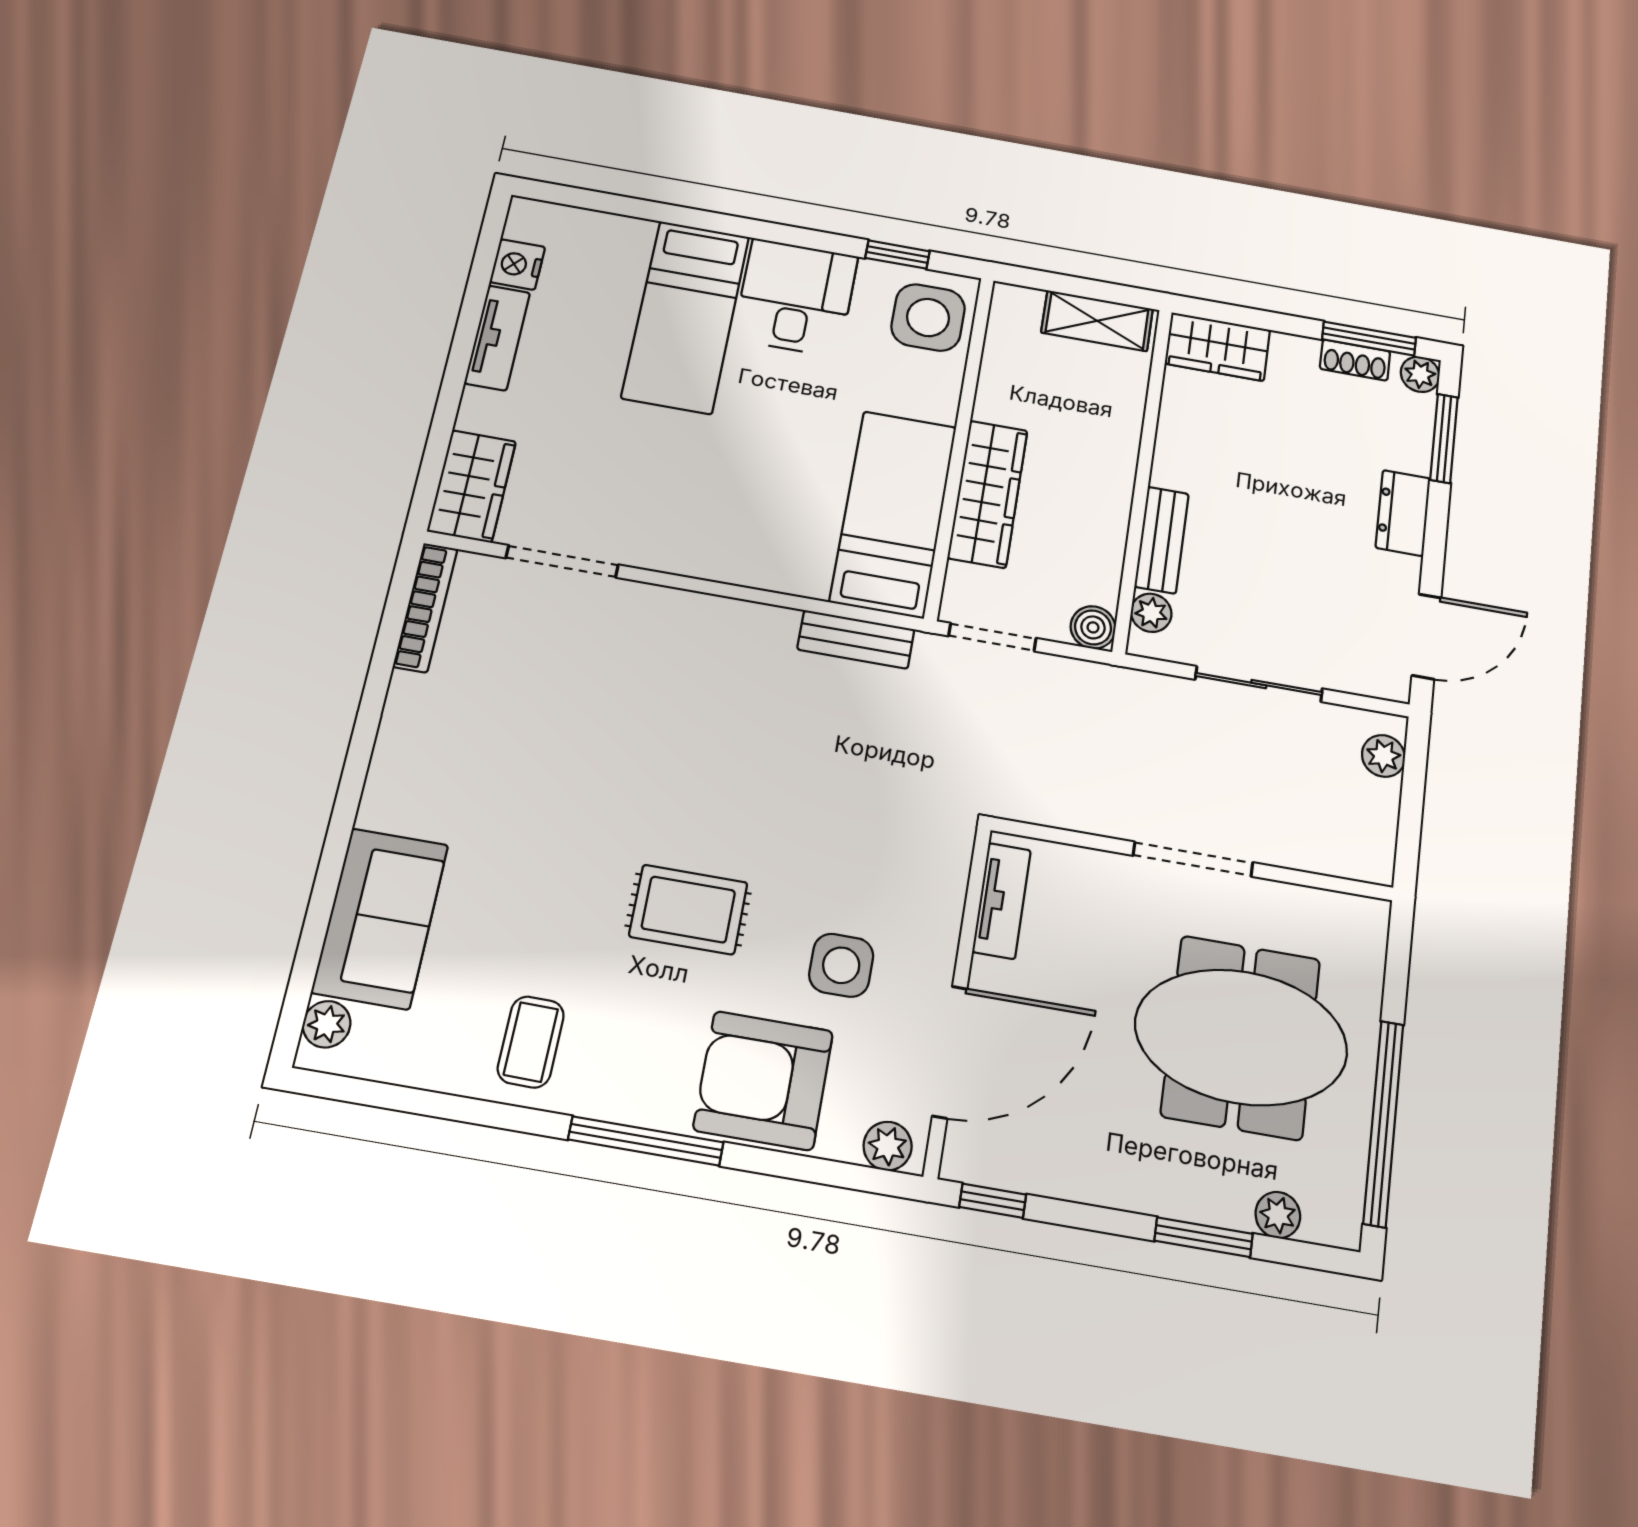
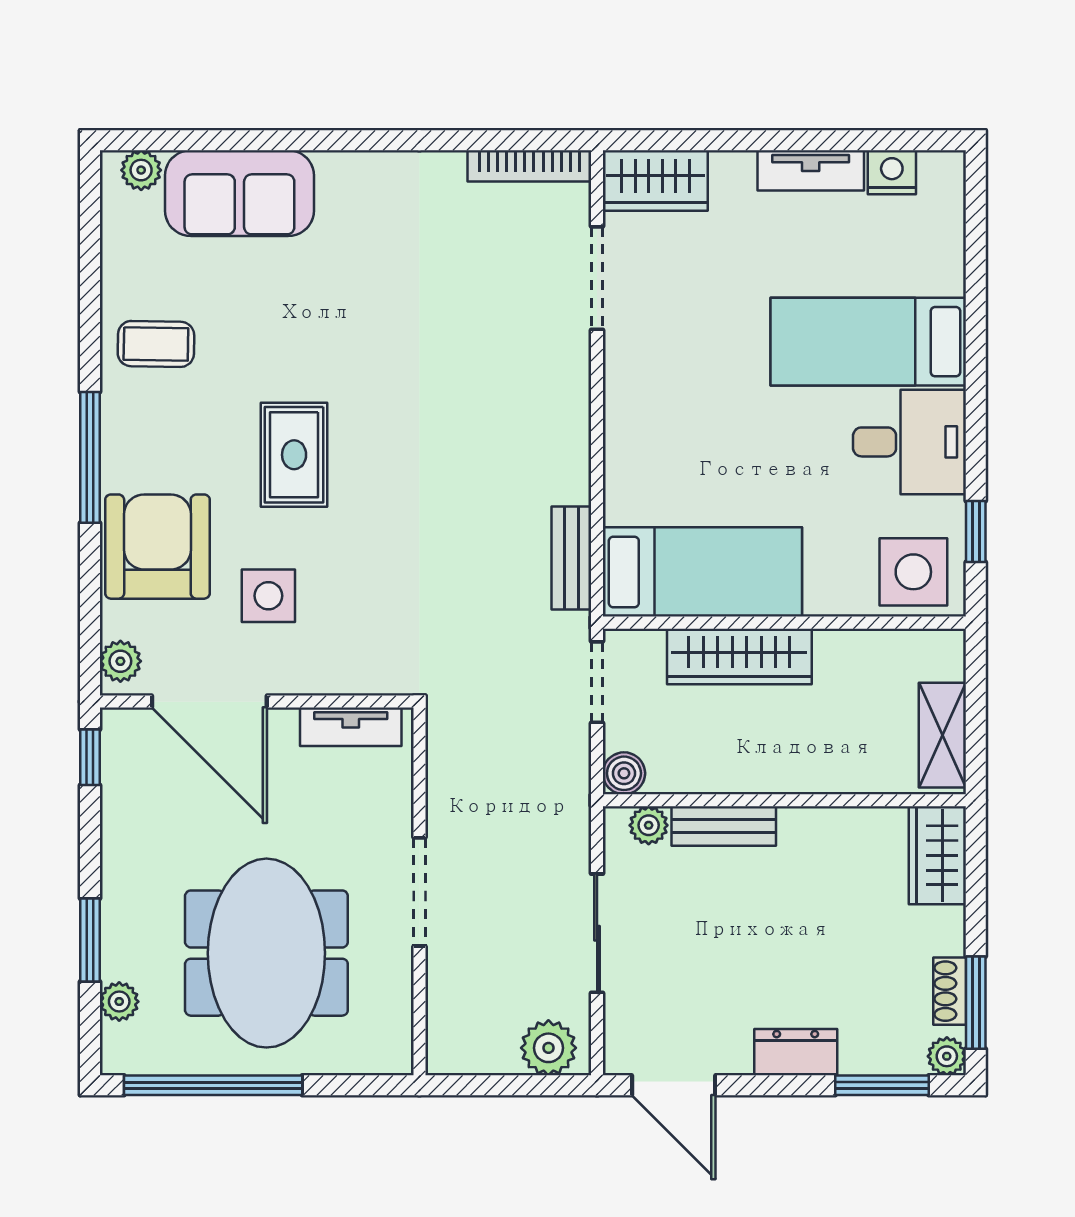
plant: (1383, 756) -> (548, 1048), width x1.38, depth x1.38

